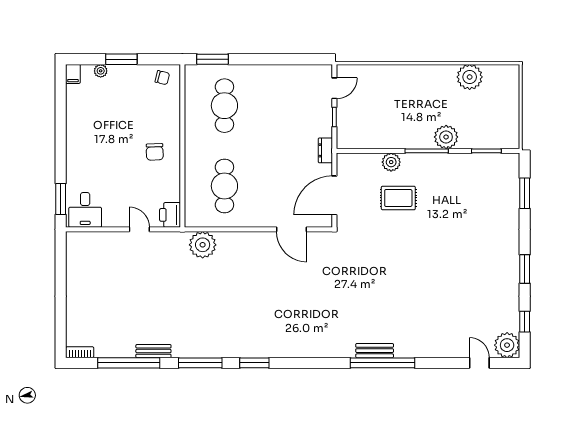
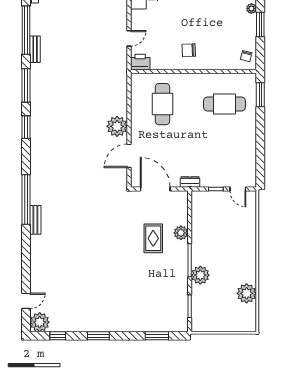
cafe table: (224, 186) -> (162, 104), turned 90
plant: (203, 245) -> (117, 126), moved
window: (382, 363) -> (26, 200), moved

